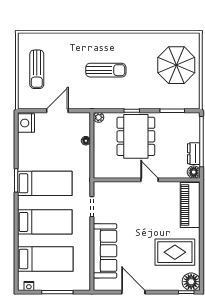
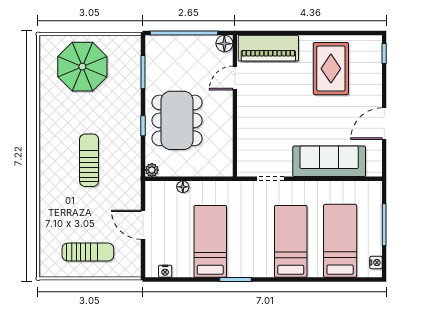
nightstand: (26, 123) -> (165, 271), width x0.53, depth x0.56
dining table: (136, 136) -> (177, 120), turned 90
dresser: (194, 154) -> (200, 43), removed
door: (150, 180) -> (235, 78), moved
bed: (45, 183) -> (210, 241), moved
floor lamp: (191, 282) -> (370, 47), removed

